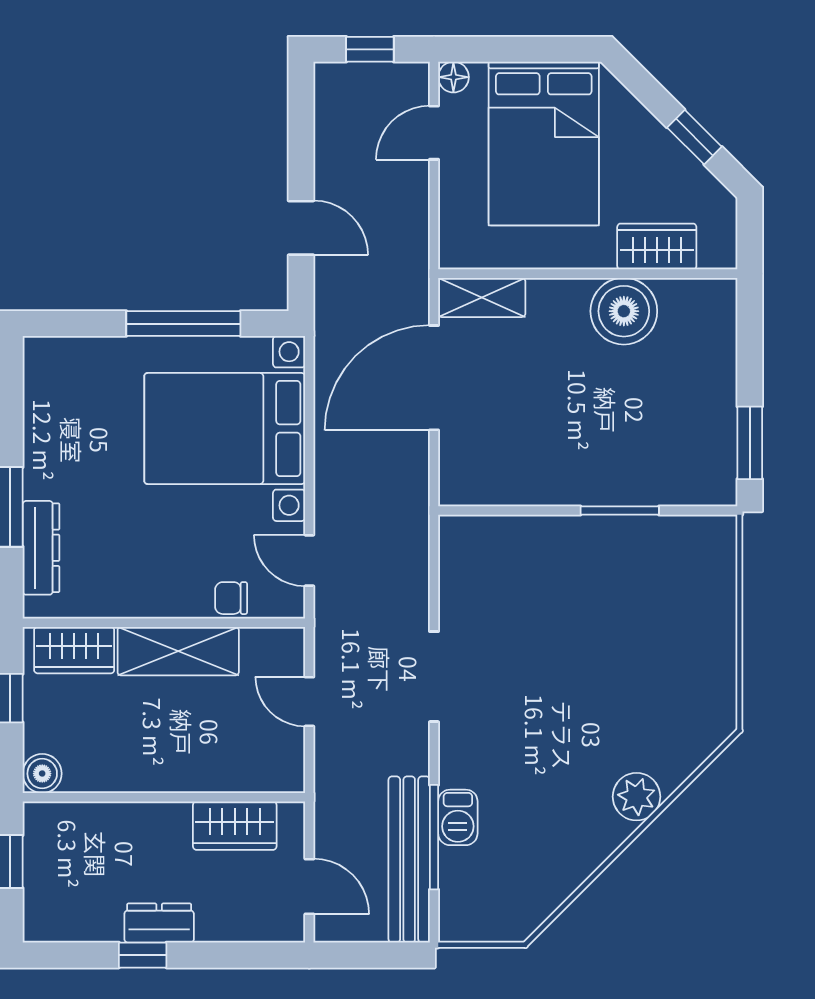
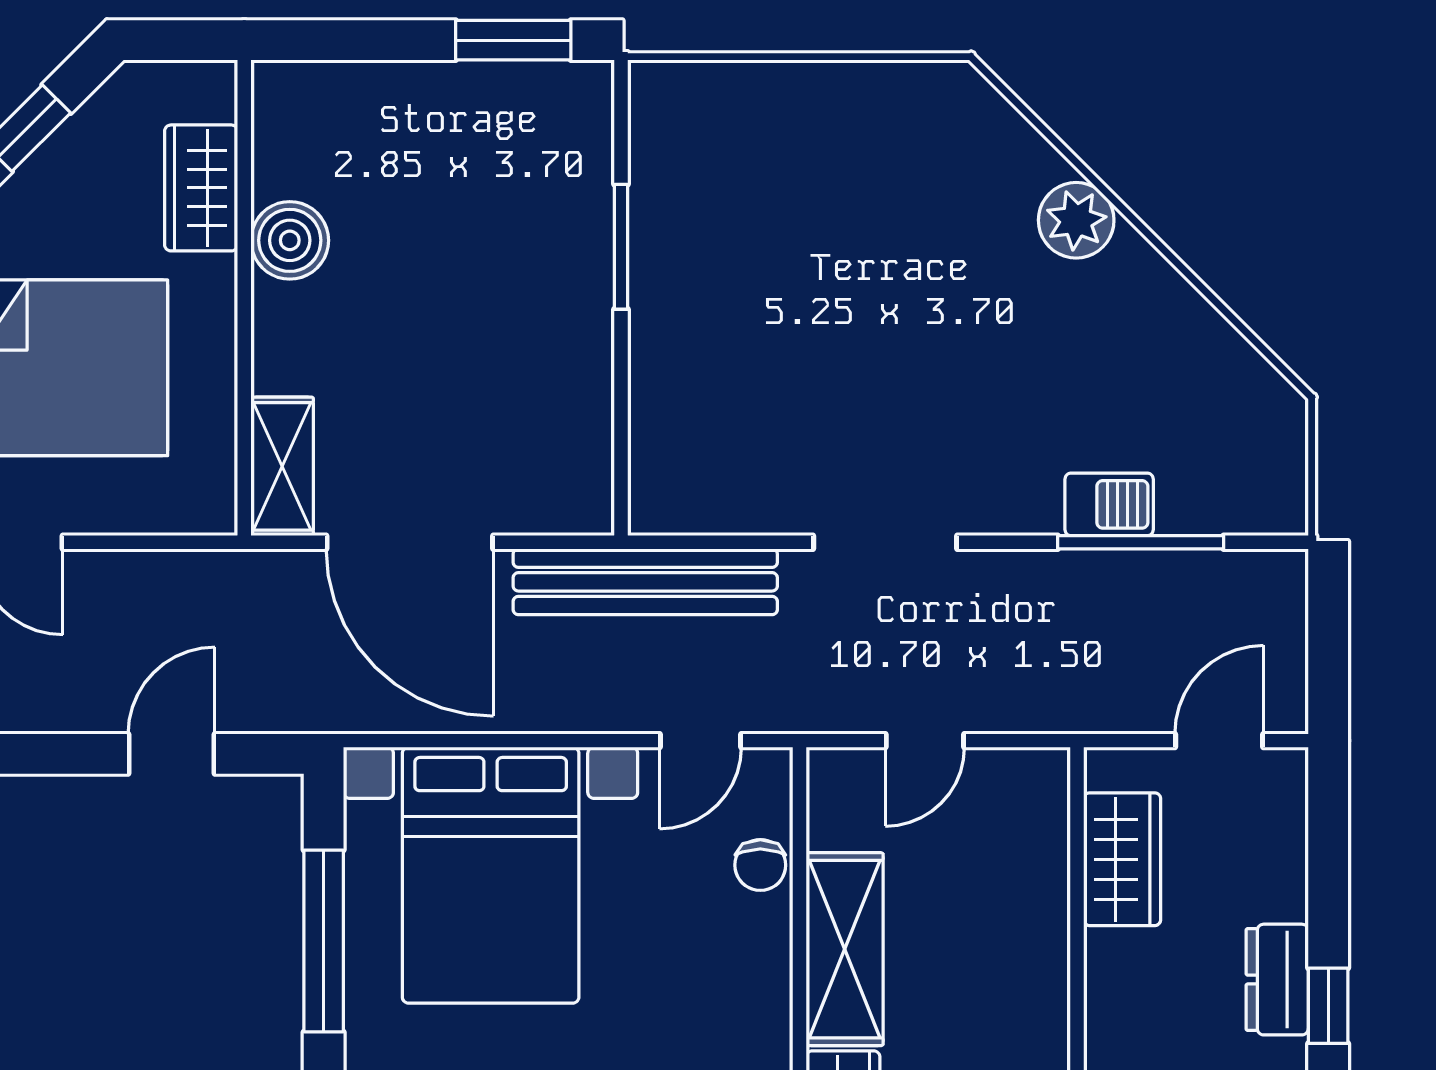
boiler: (624, 311) -> (290, 240), width x0.73, depth x0.73
bench: (409, 859) -> (645, 582), moved

